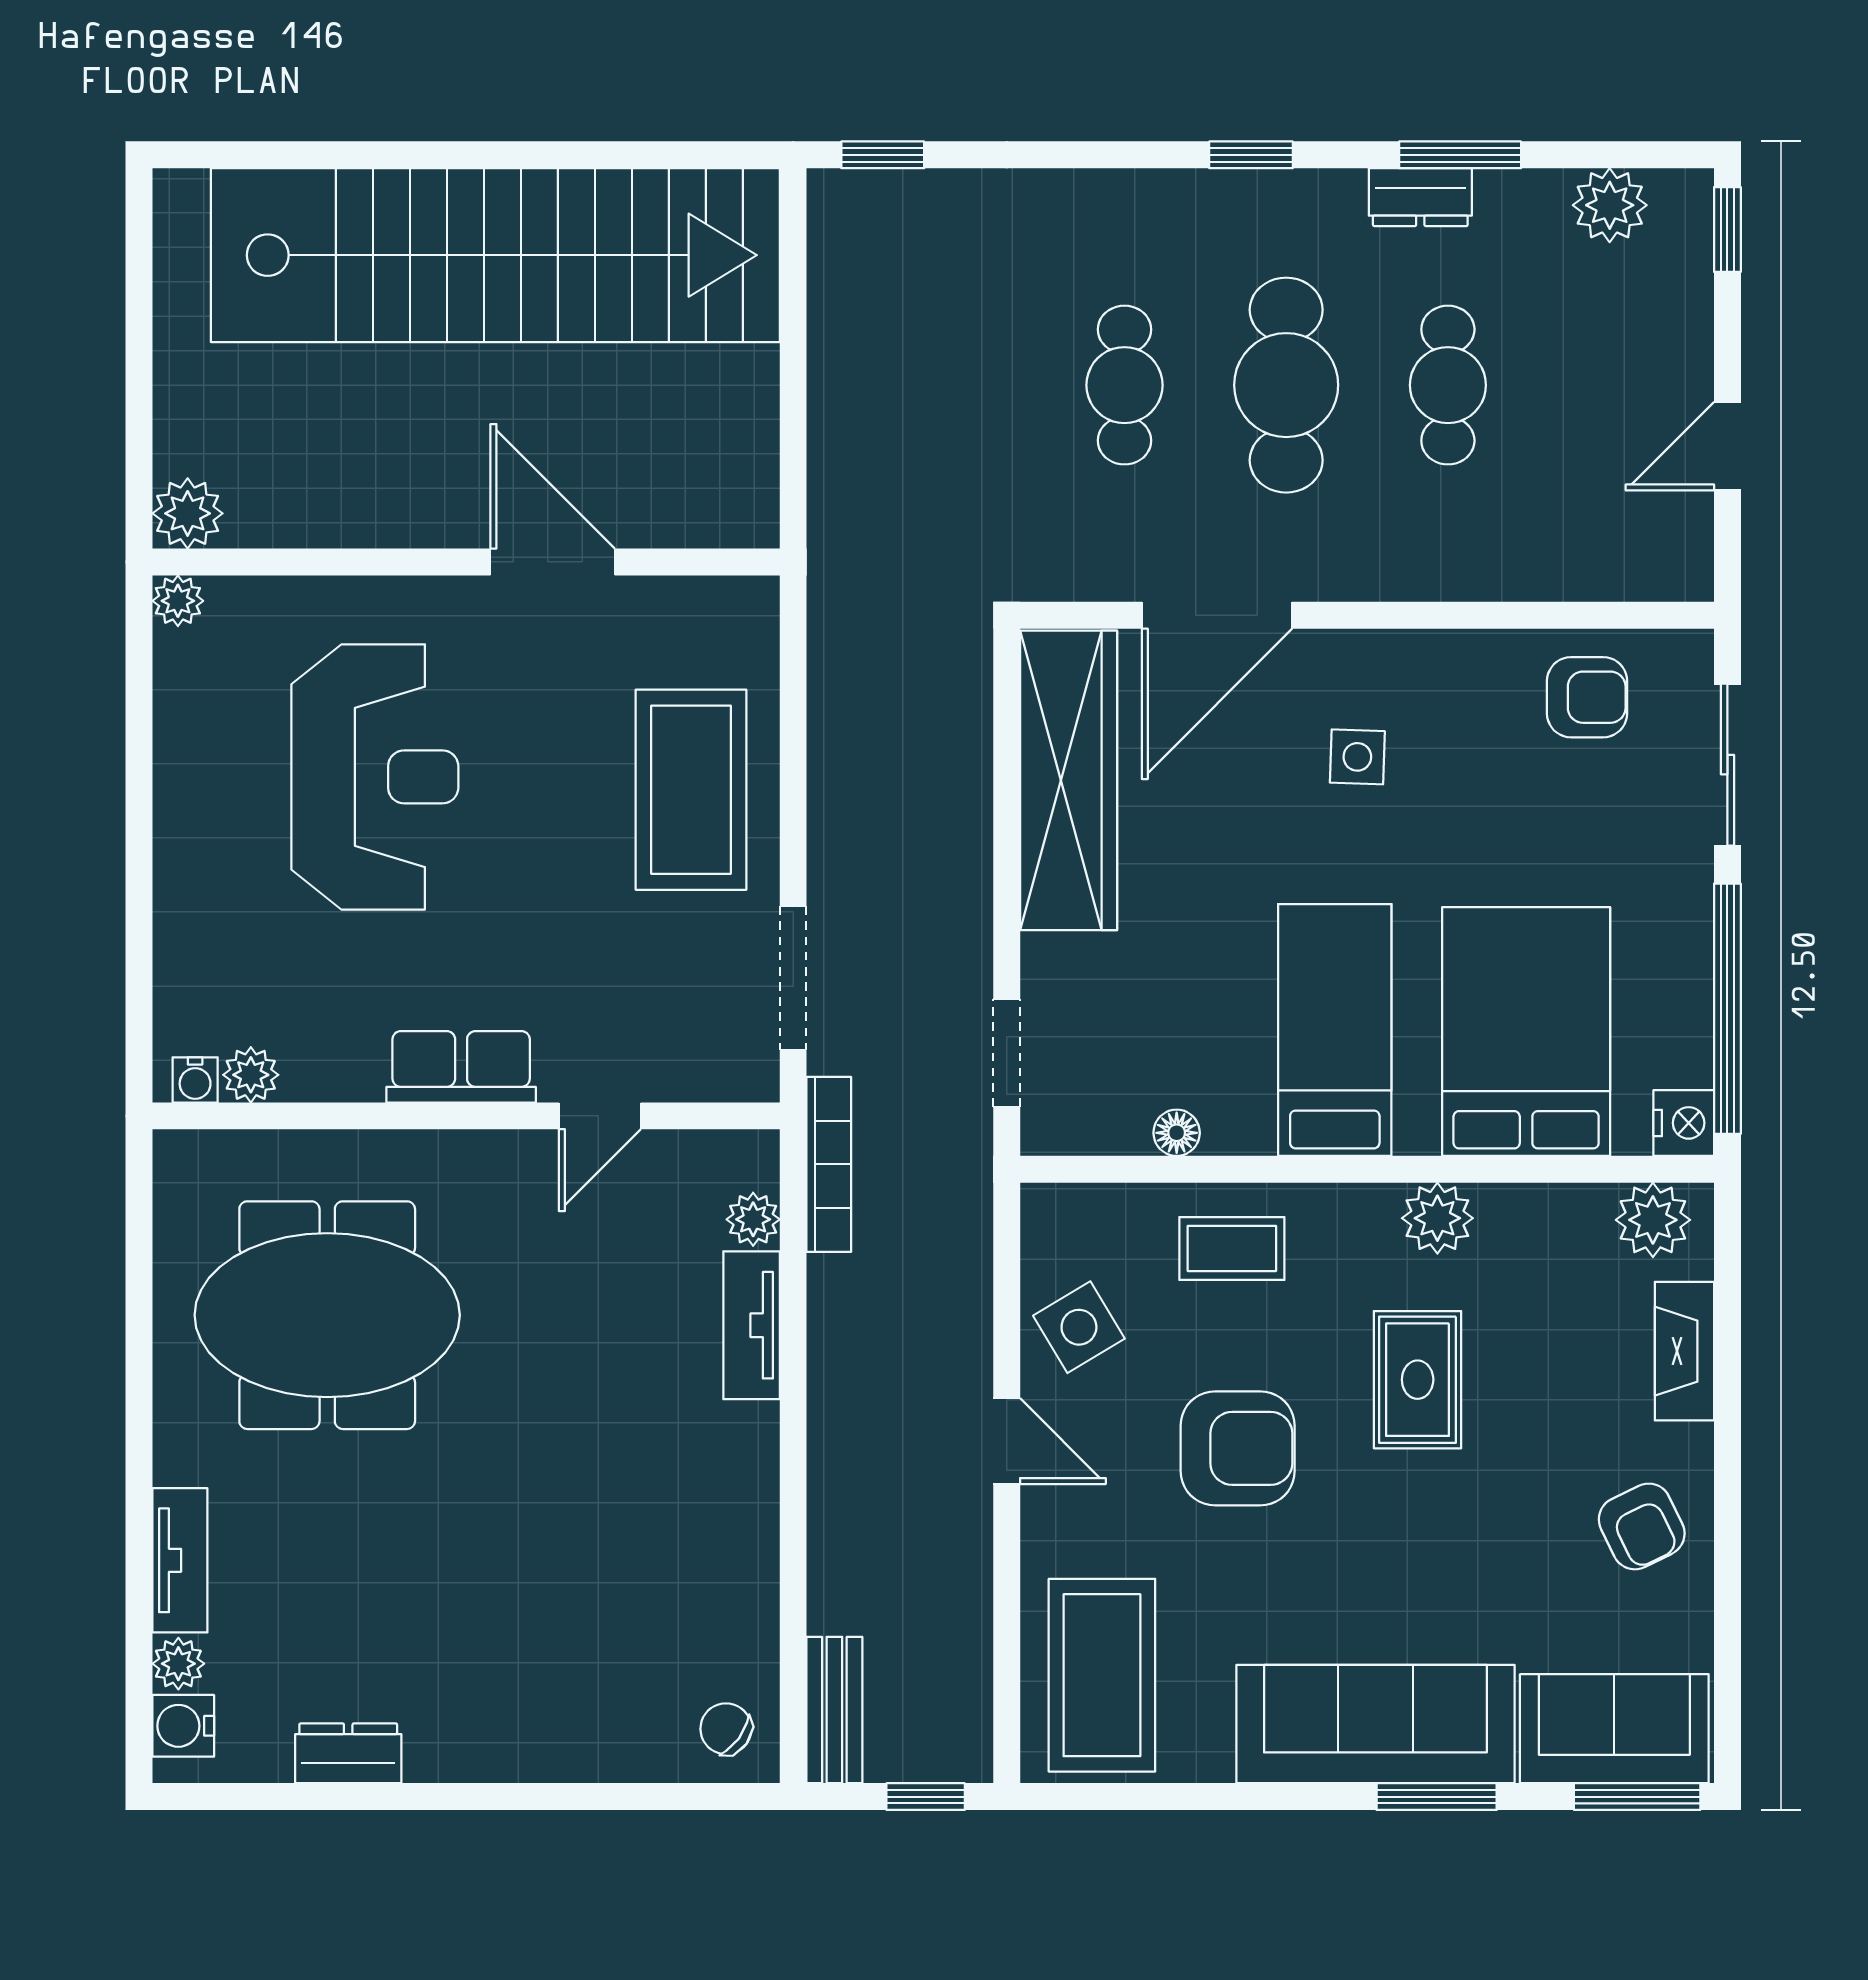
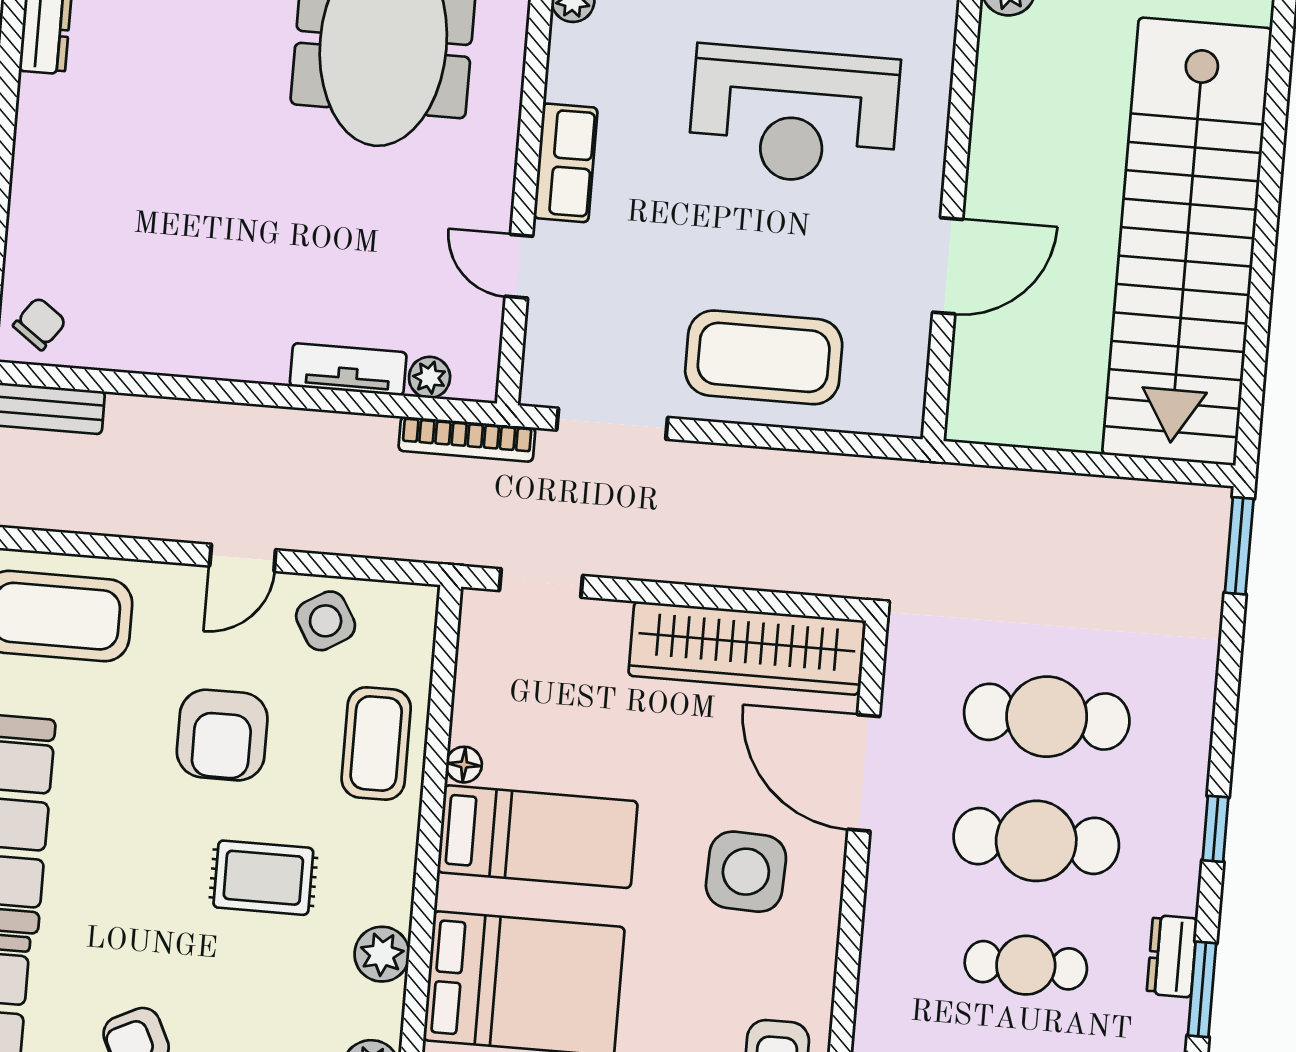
window: (883, 155) -> (1239, 546), width x1.50
cafe table: (1124, 385) -> (1047, 717), width x1.37, depth x1.35
side table: (1357, 757) -> (746, 872), width x1.87, depth x1.87
floor lamp: (1177, 1133) -> (464, 765), moved
plant: (1437, 1218) -> (382, 954), moved
coffee table: (1232, 1248) -> (376, 743), width x1.36, depth x1.30

